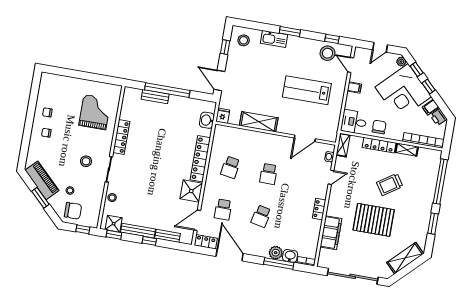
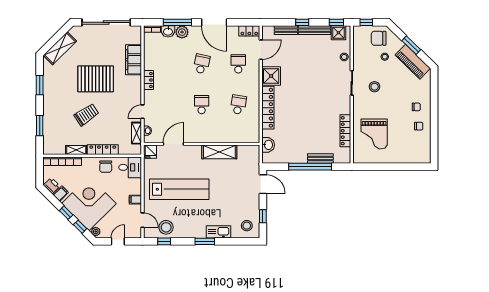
lab bench: (307, 90) -> (179, 189), width x1.36
fridge: (223, 116) -> (151, 152), moved
locker: (121, 137) -> (345, 131), moved
shelving: (343, 145) -> (137, 133), moved
window: (440, 181) -> (40, 126), width x0.47
door: (230, 255) -> (214, 22), moved

